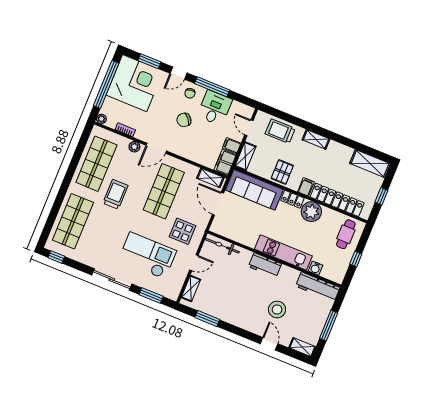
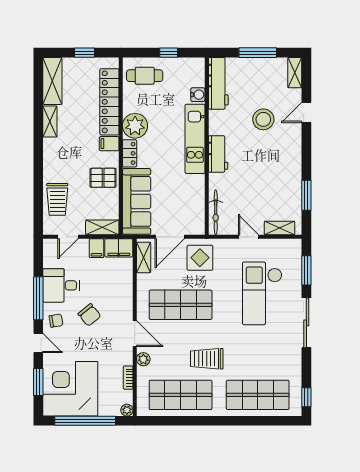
shelving: (316, 139) -> (50, 121), moved
display table: (182, 231) -> (200, 258), moved

